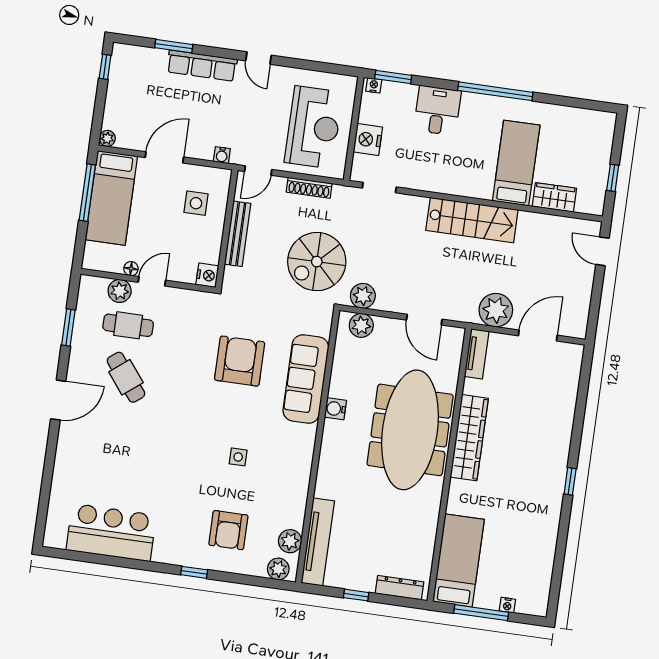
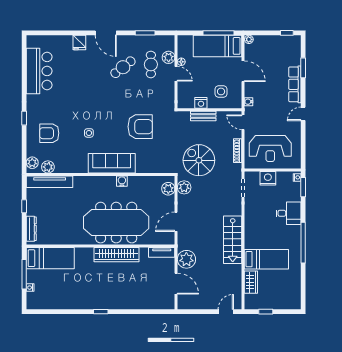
bench: (238, 234) -> (203, 116), width x0.73
nightstand: (207, 275) -> (201, 103), moved
sofa: (306, 379) -> (112, 163), moved
fridge: (69, 451) -> (79, 43), added

